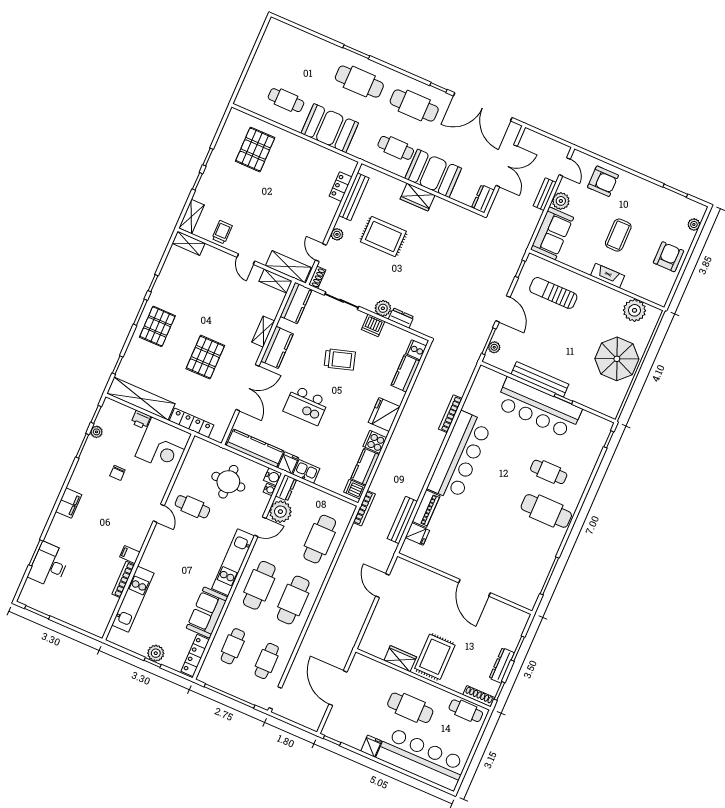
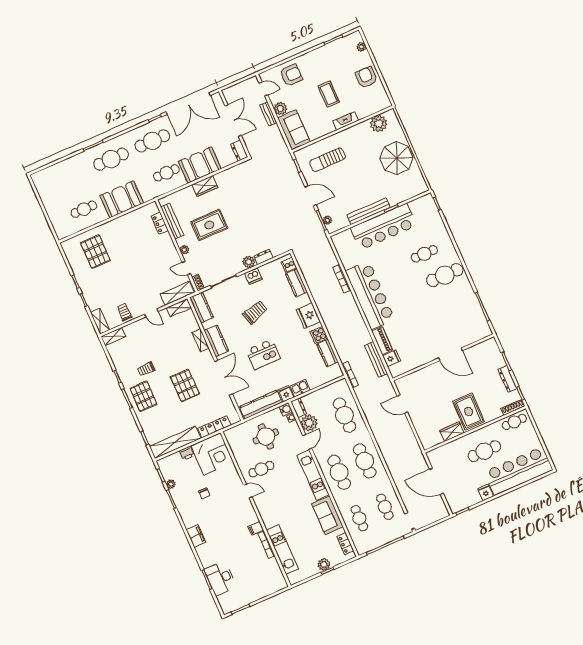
trolley: (187, 304) -> (146, 369), added
dishwasher: (355, 489) -> (335, 370), removed
locker: (195, 656) -> (345, 544), width x0.66

